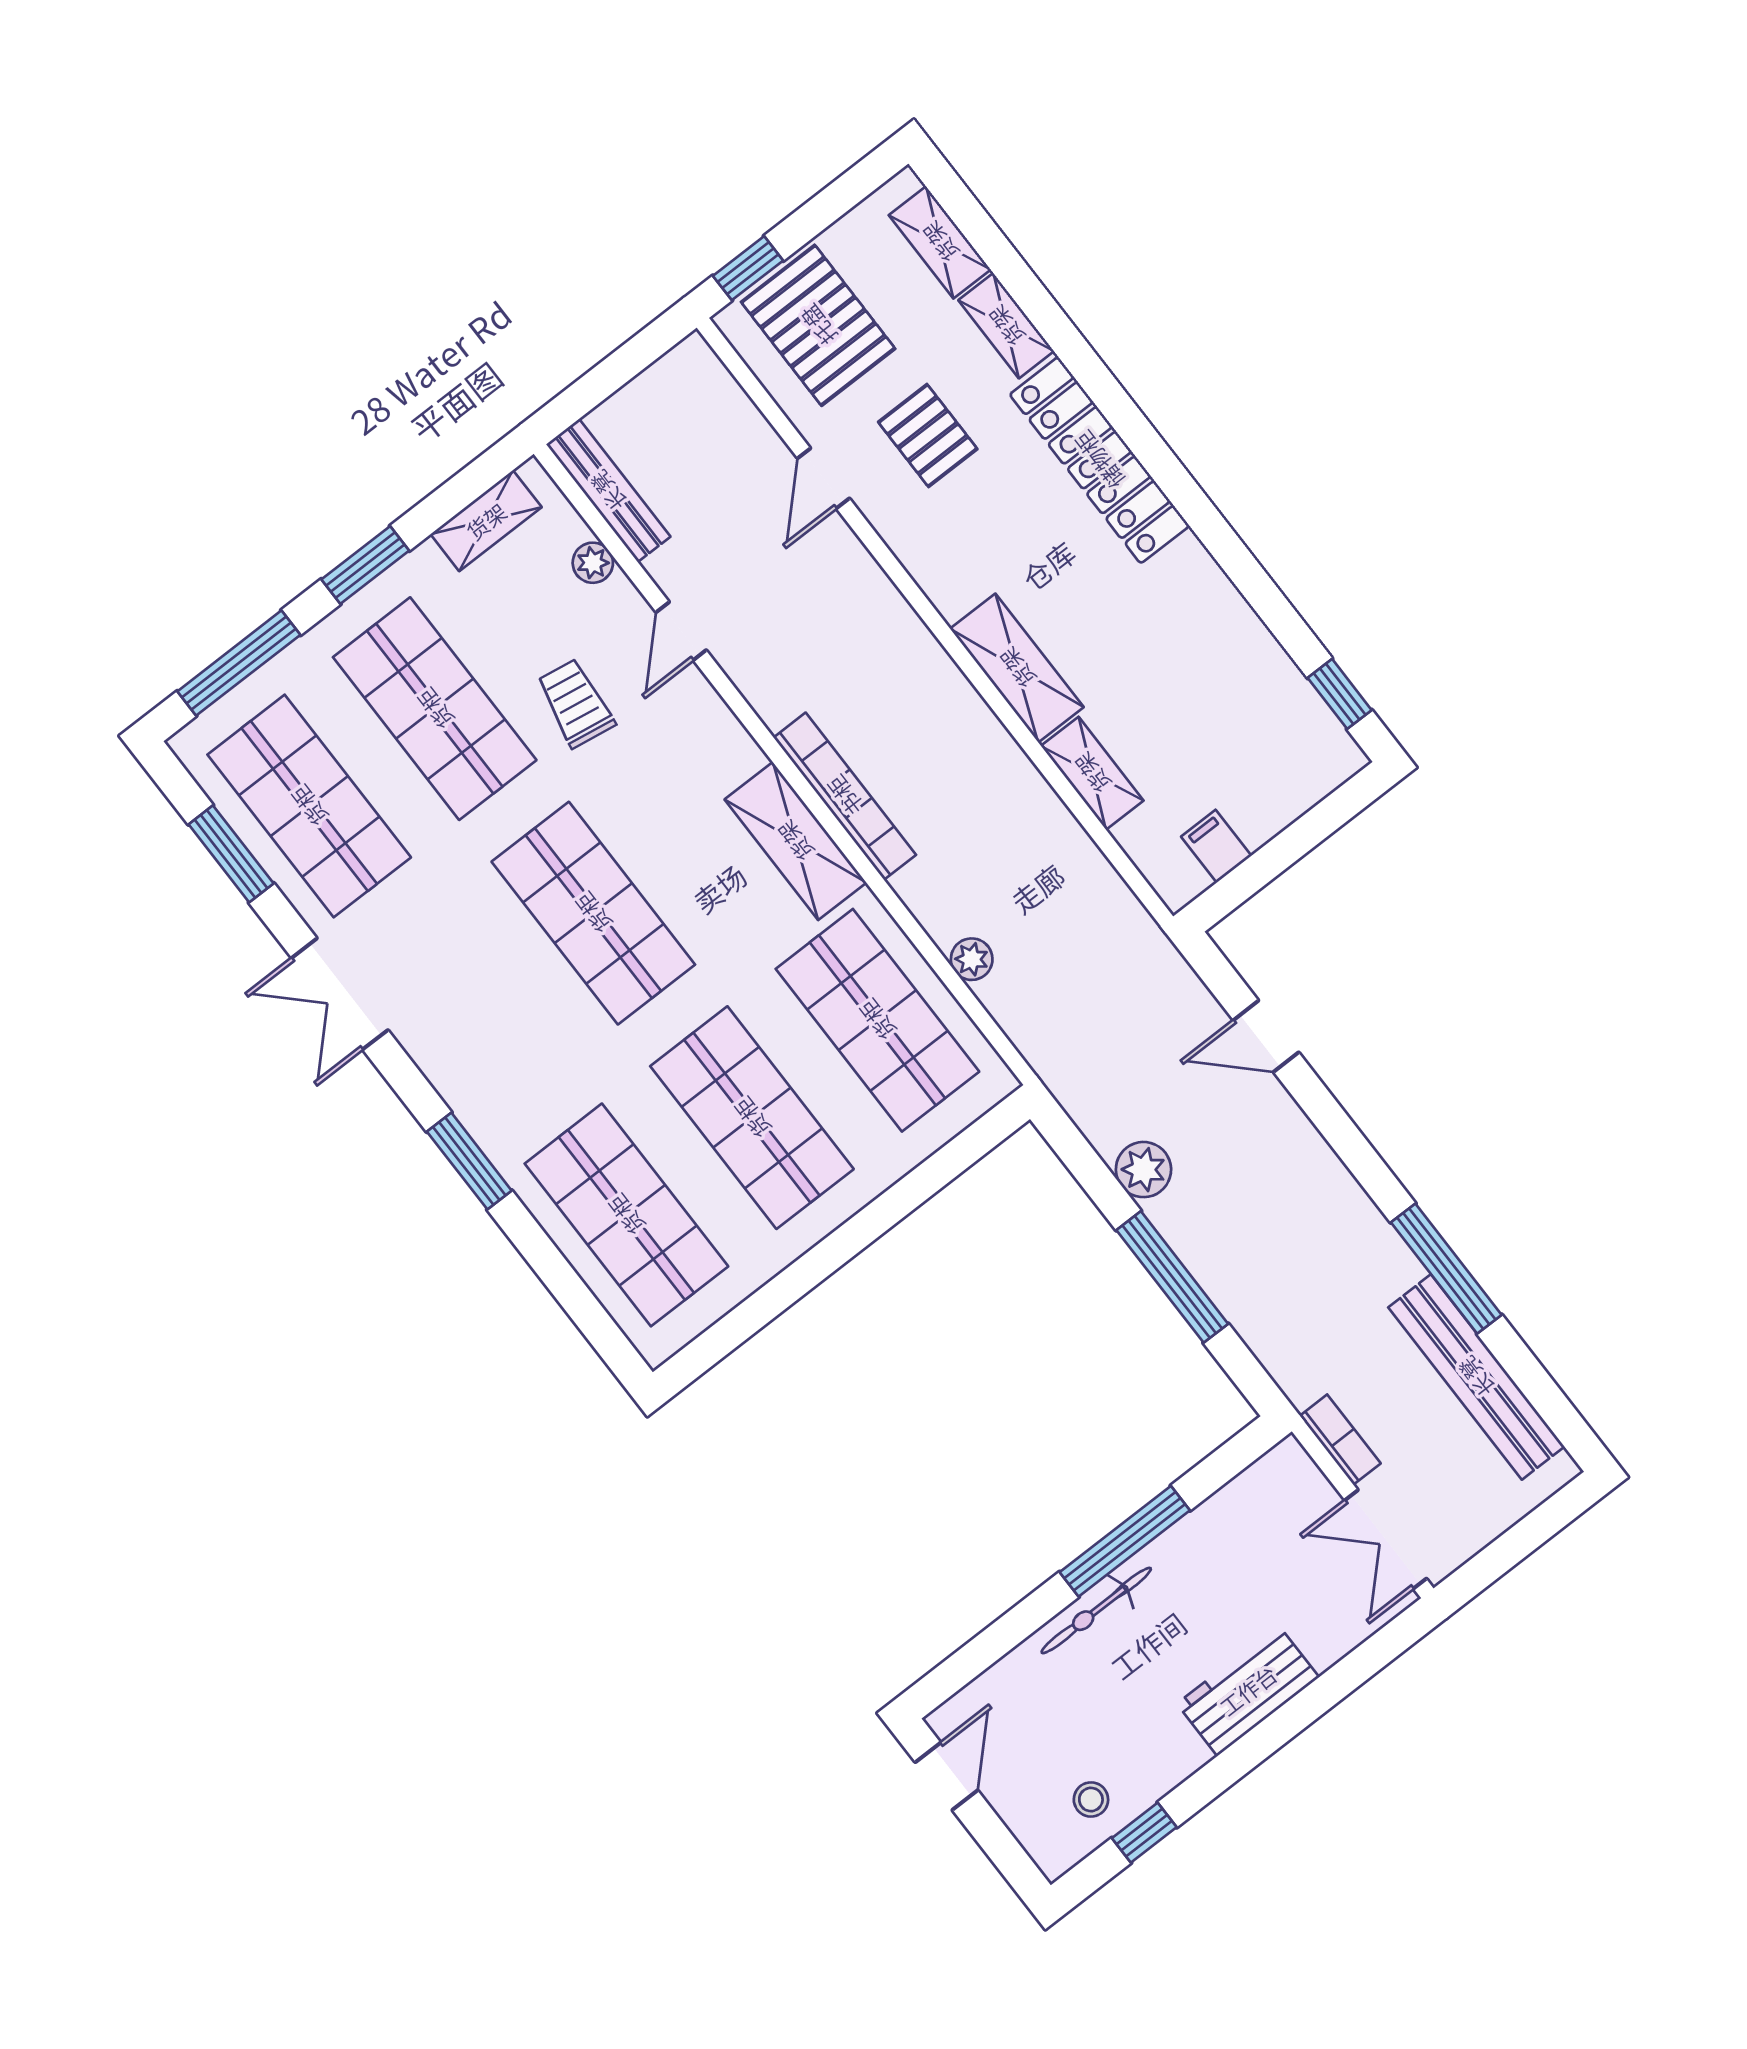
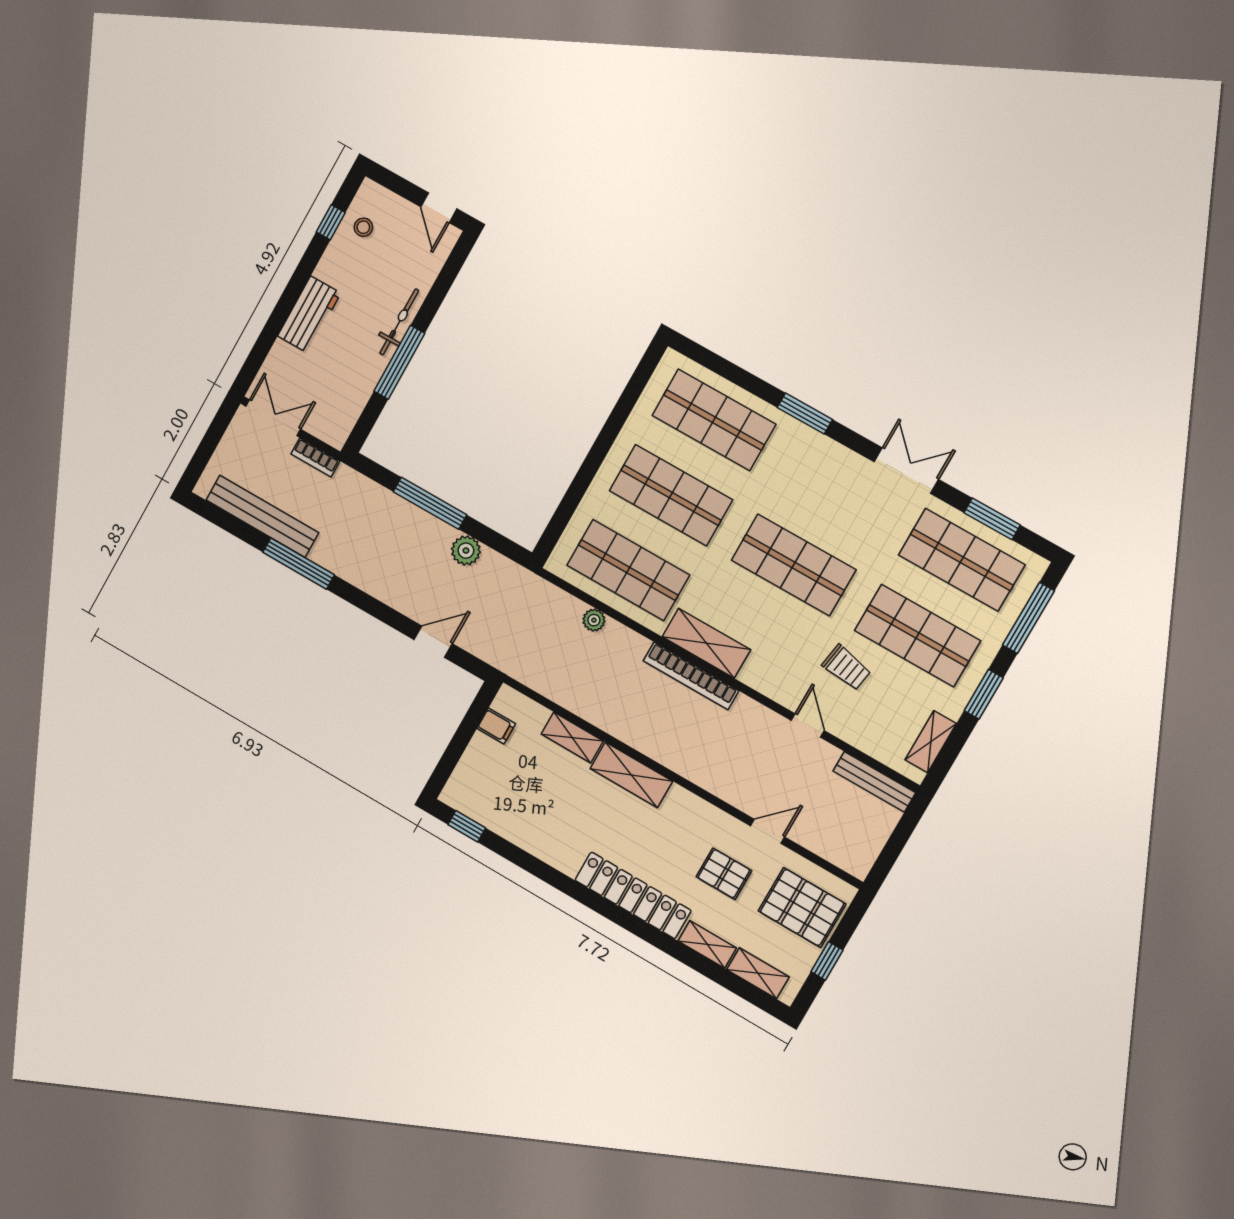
window: (748, 268) -> (827, 961), moved
door: (823, 478) -> (768, 831), hinge flipped
plant: (593, 563) -> (867, 742), removed

